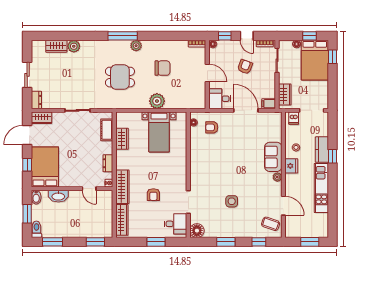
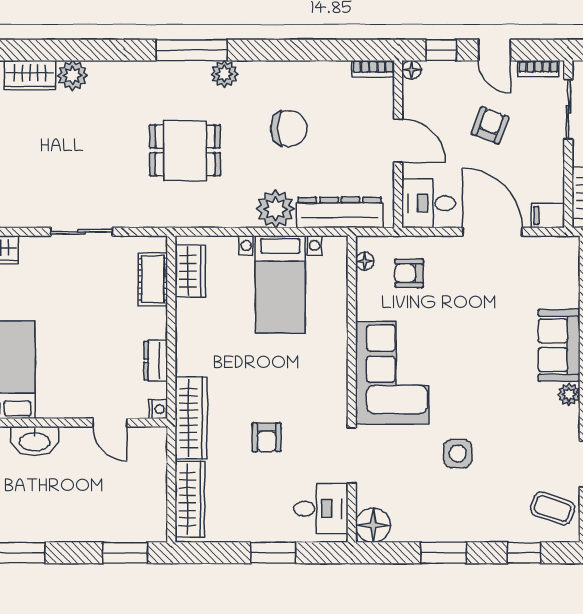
dresser: (183, 102) -> (340, 213), added
wardrobe: (122, 139) -> (190, 271), moved
corner sofa: (205, 168) -> (392, 373), added

